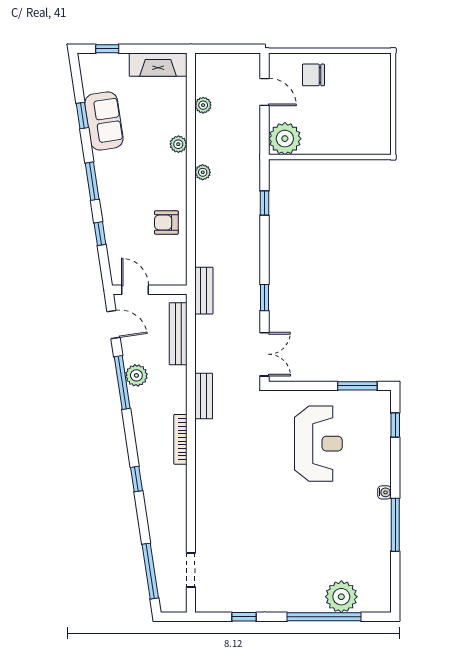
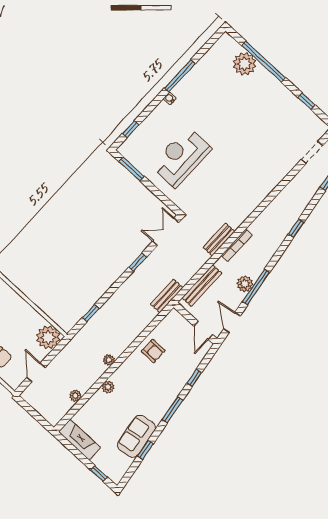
bookcase: (180, 439) -> (237, 245), moved

